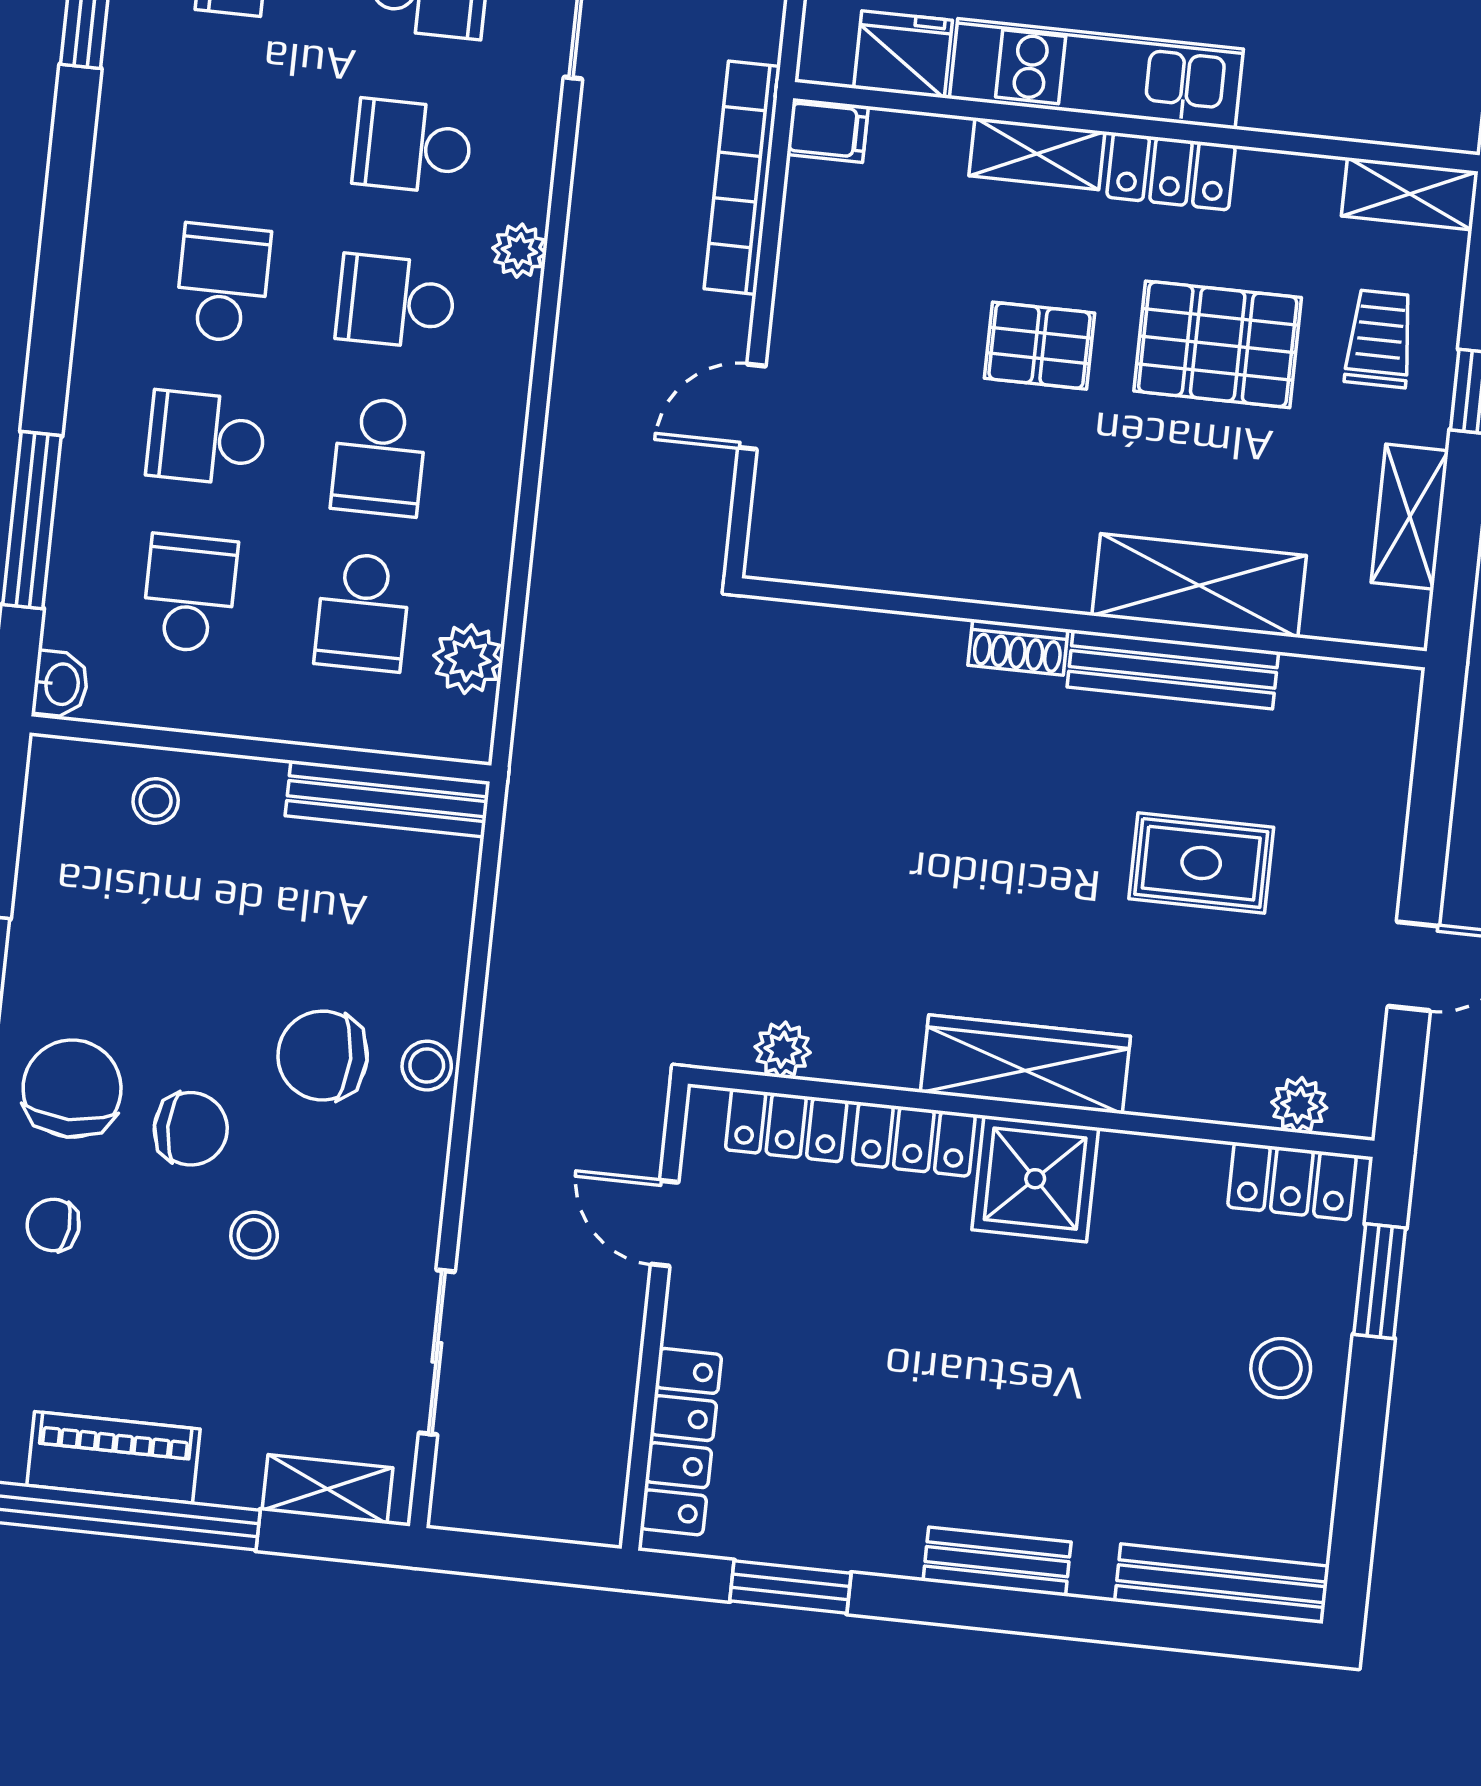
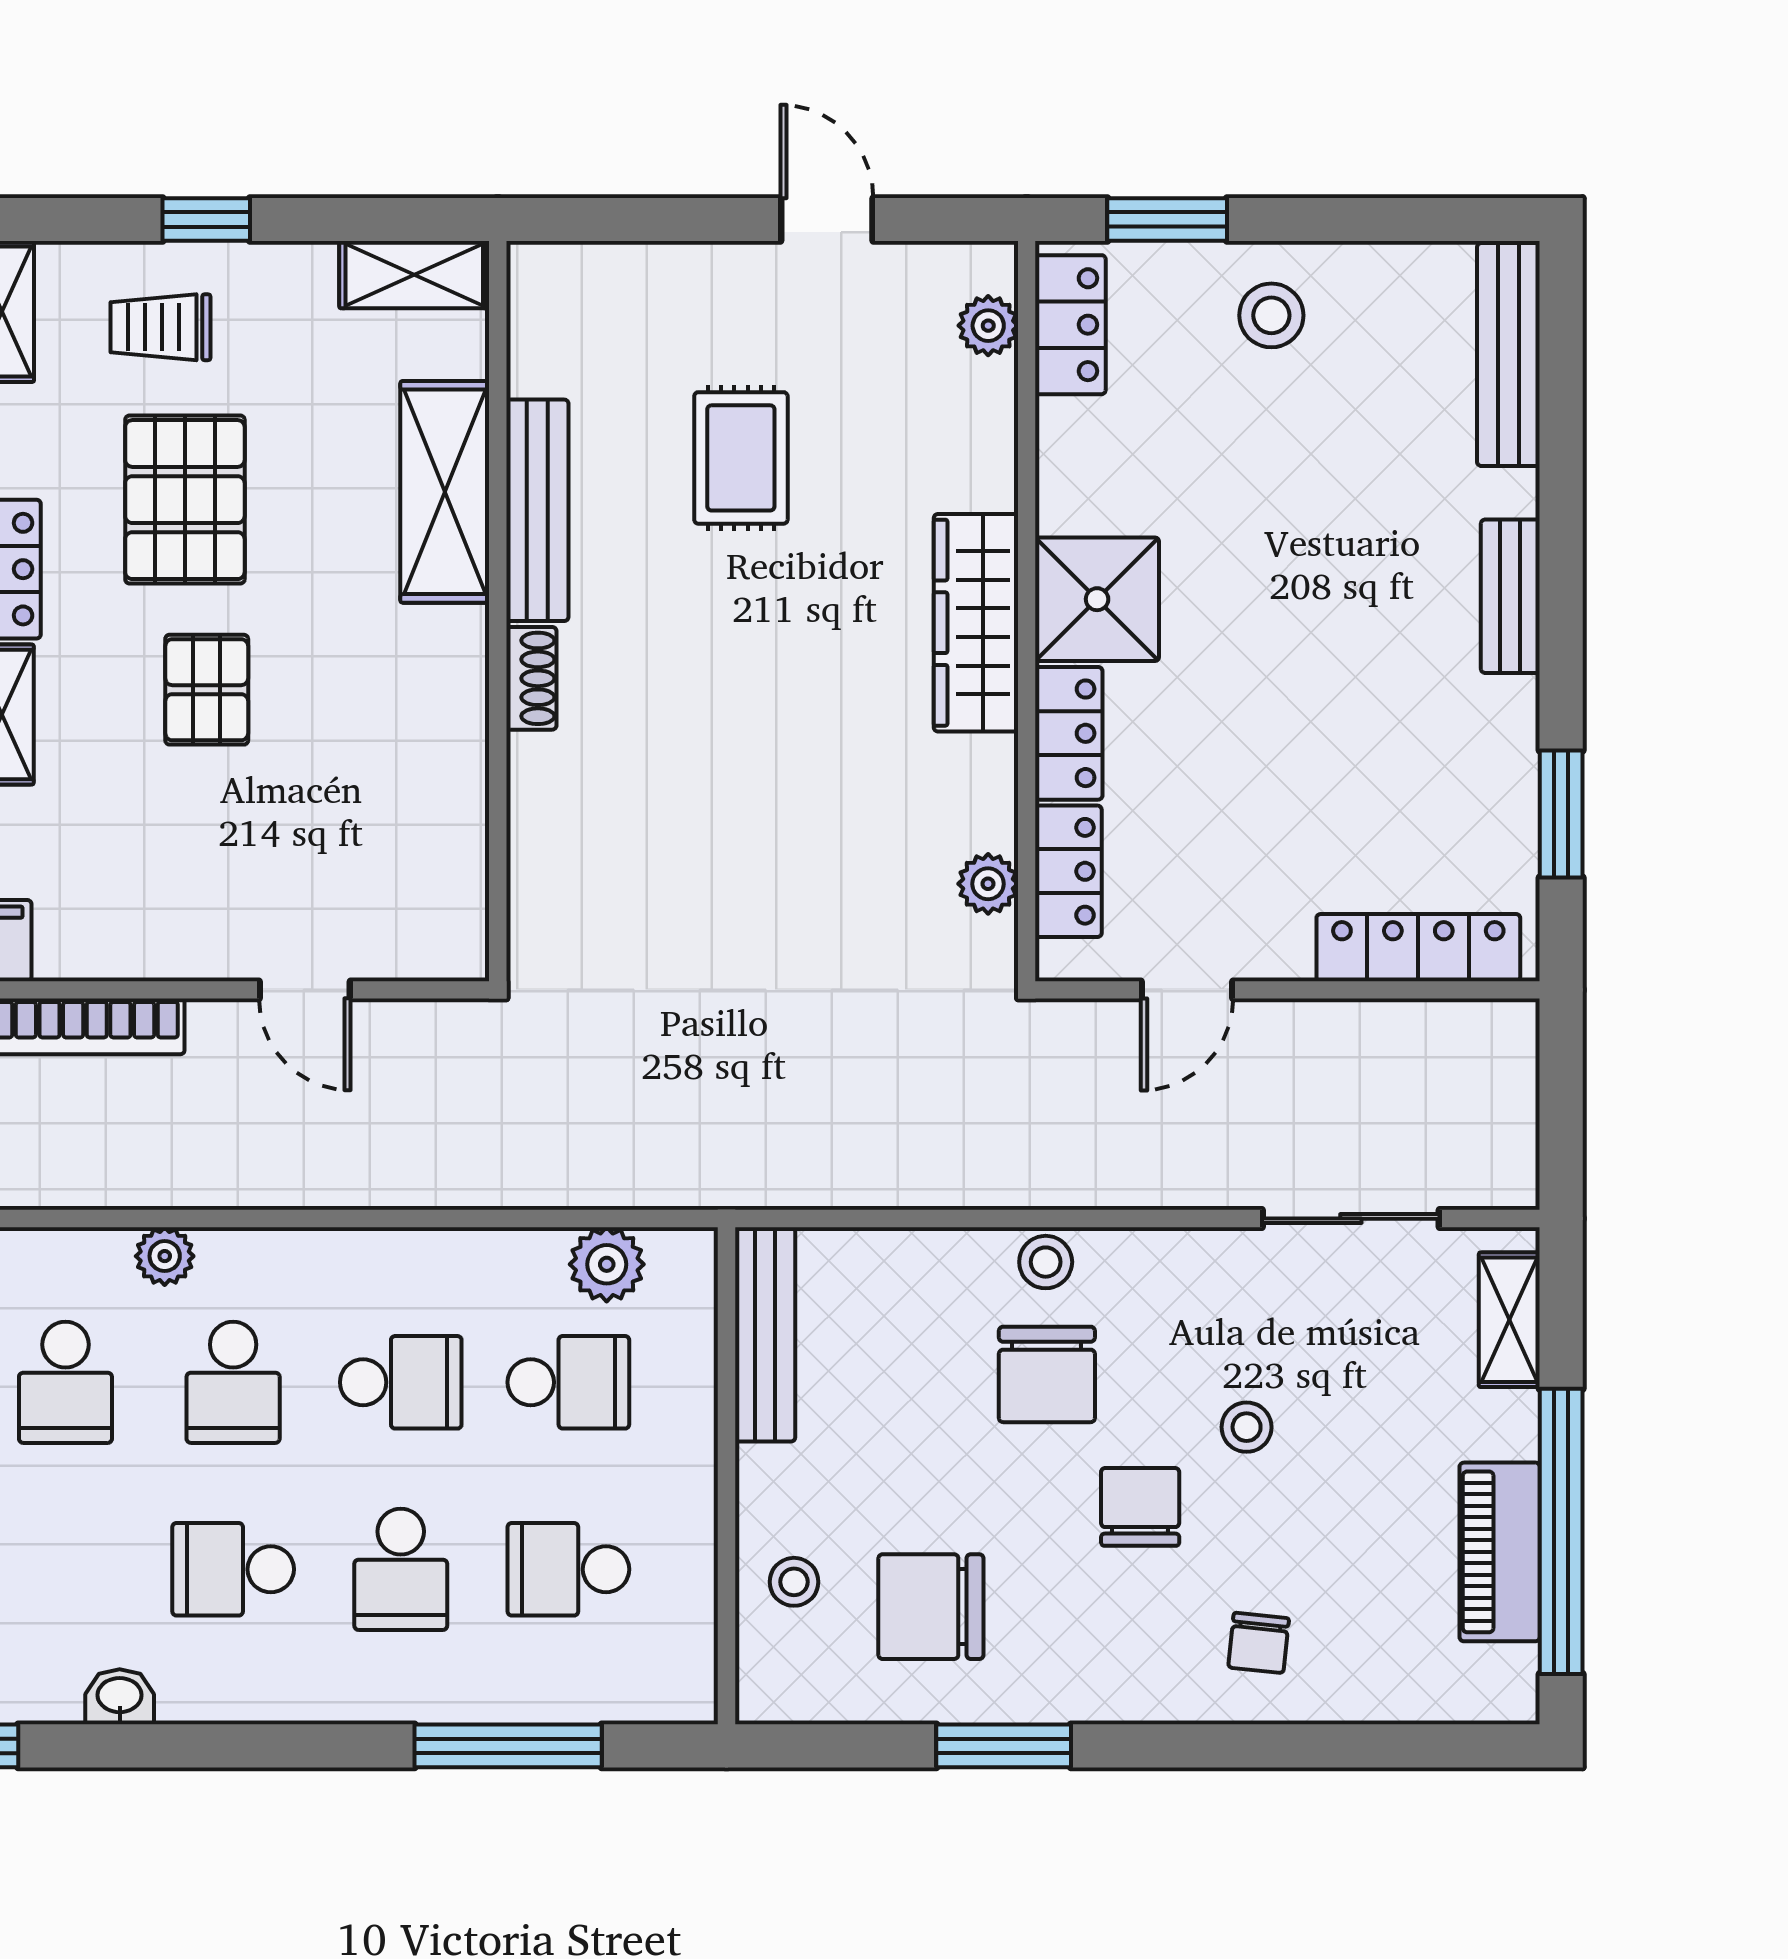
shelving: (1410, 517) -> (414, 275), moved
washbasin: (61, 684) -> (120, 1697), moved
chair: (72, 1089) -> (931, 1607), moved

